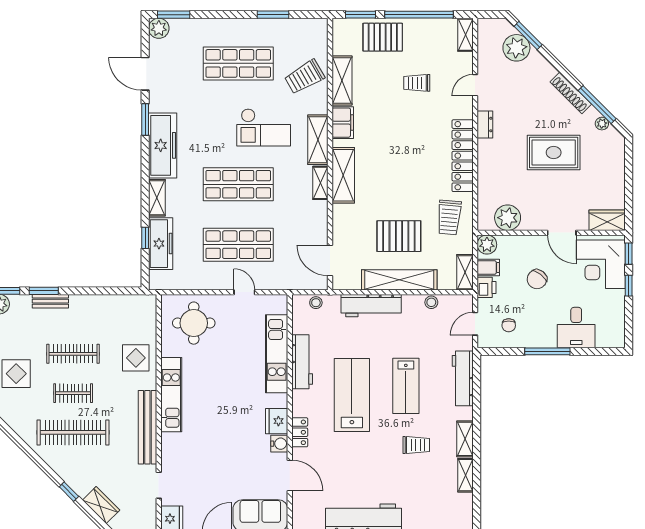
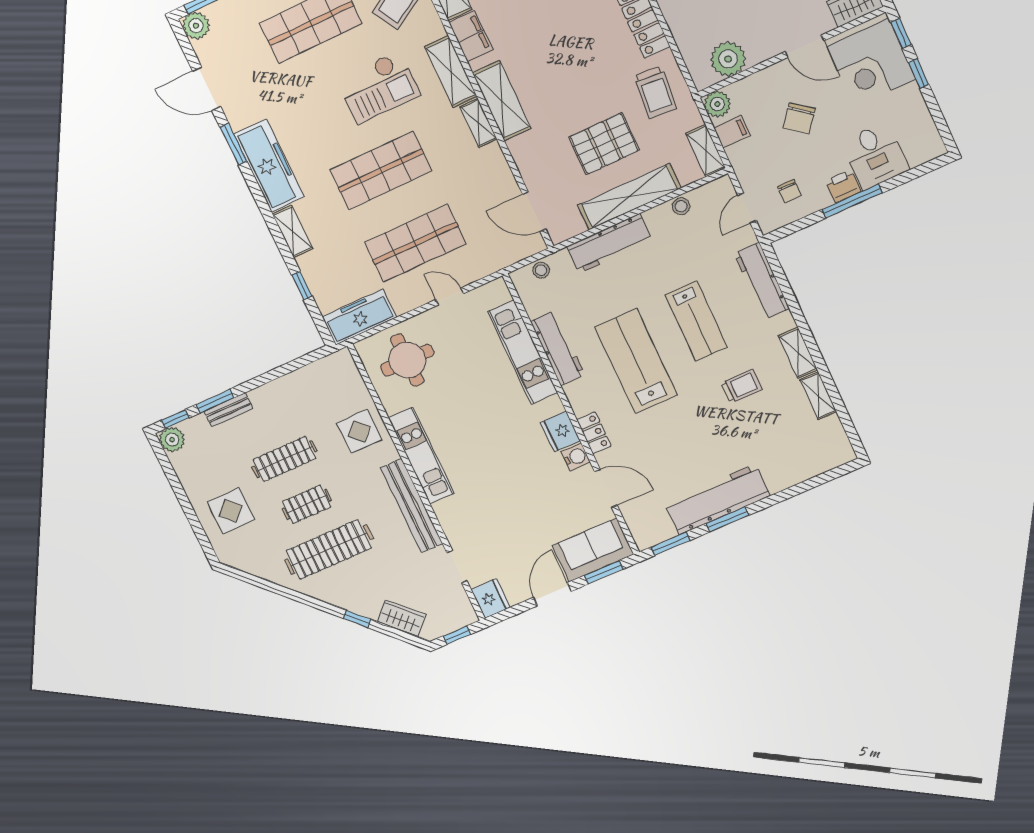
freezer: (161, 244) -> (359, 317), moved, turned -90
printer: (487, 287) -> (843, 186), moved, turned -90

